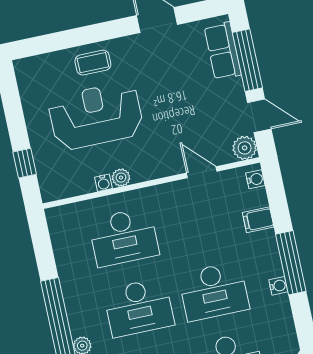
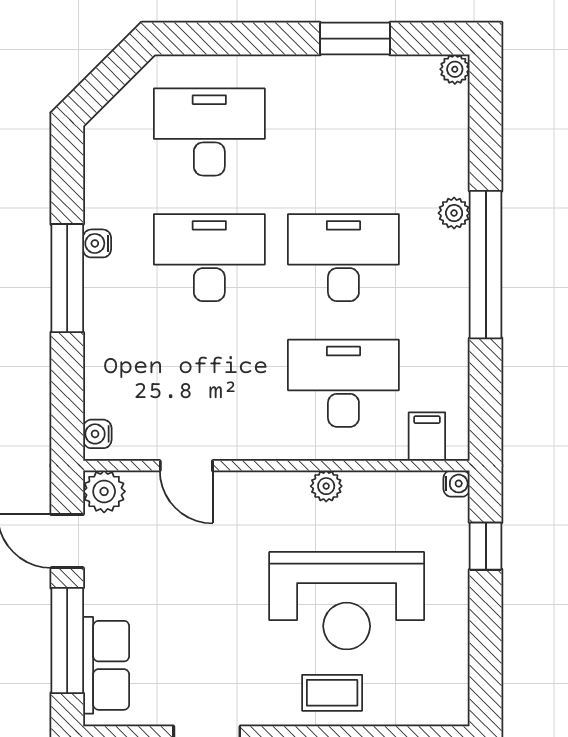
water cooler: (103, 183) -> (457, 484), moved, turned 90
filing cabinet: (258, 220) -> (427, 437), moved, turned -90

